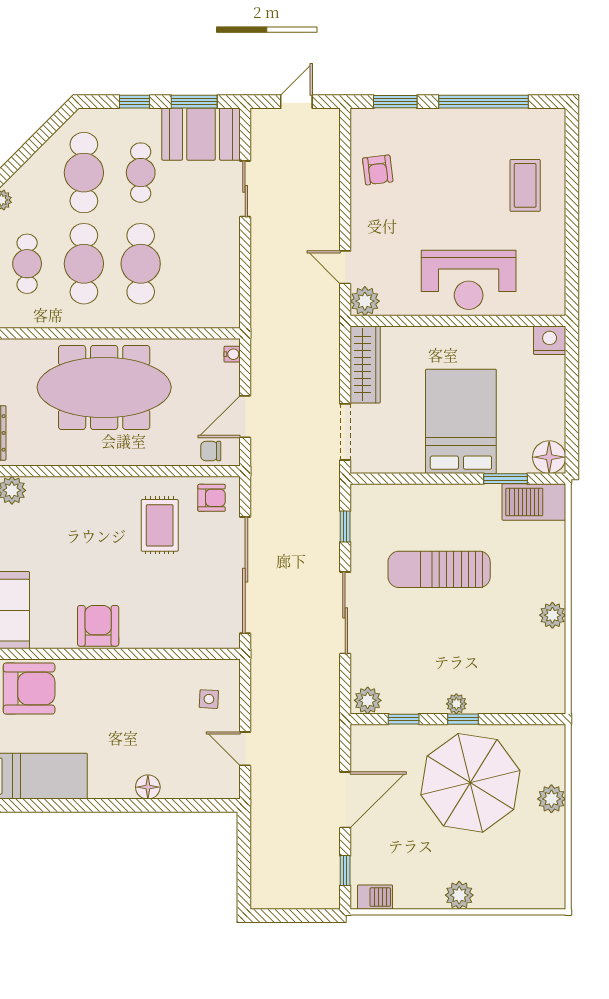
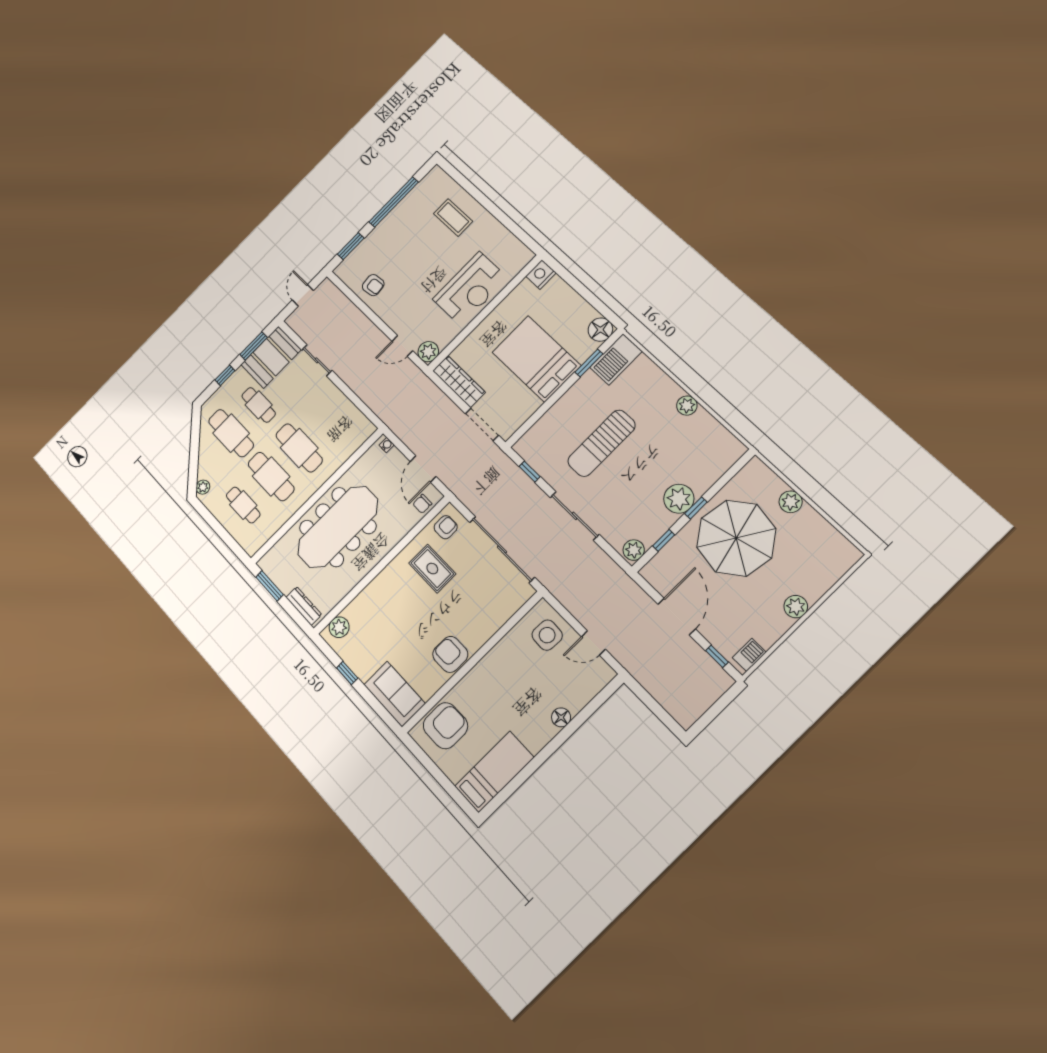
side table: (209, 699) -> (547, 635), width x1.87, depth x1.87
plant: (456, 704) -> (679, 499), width x1.87, depth x1.87

